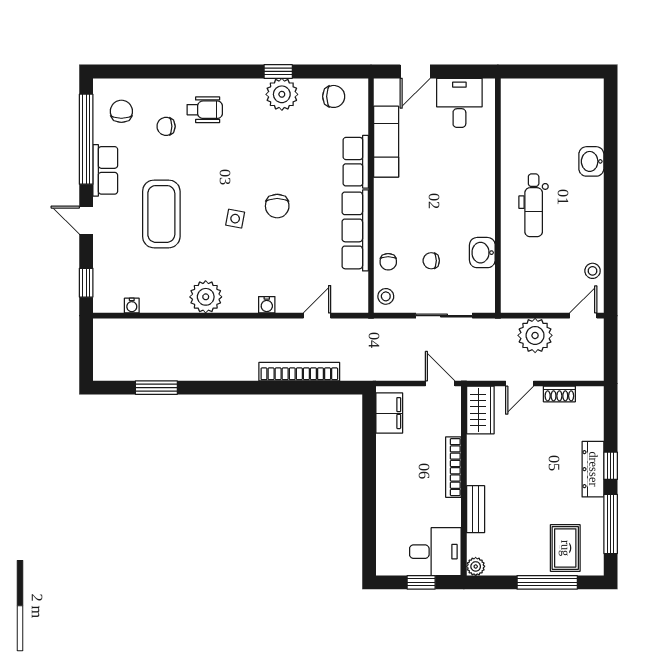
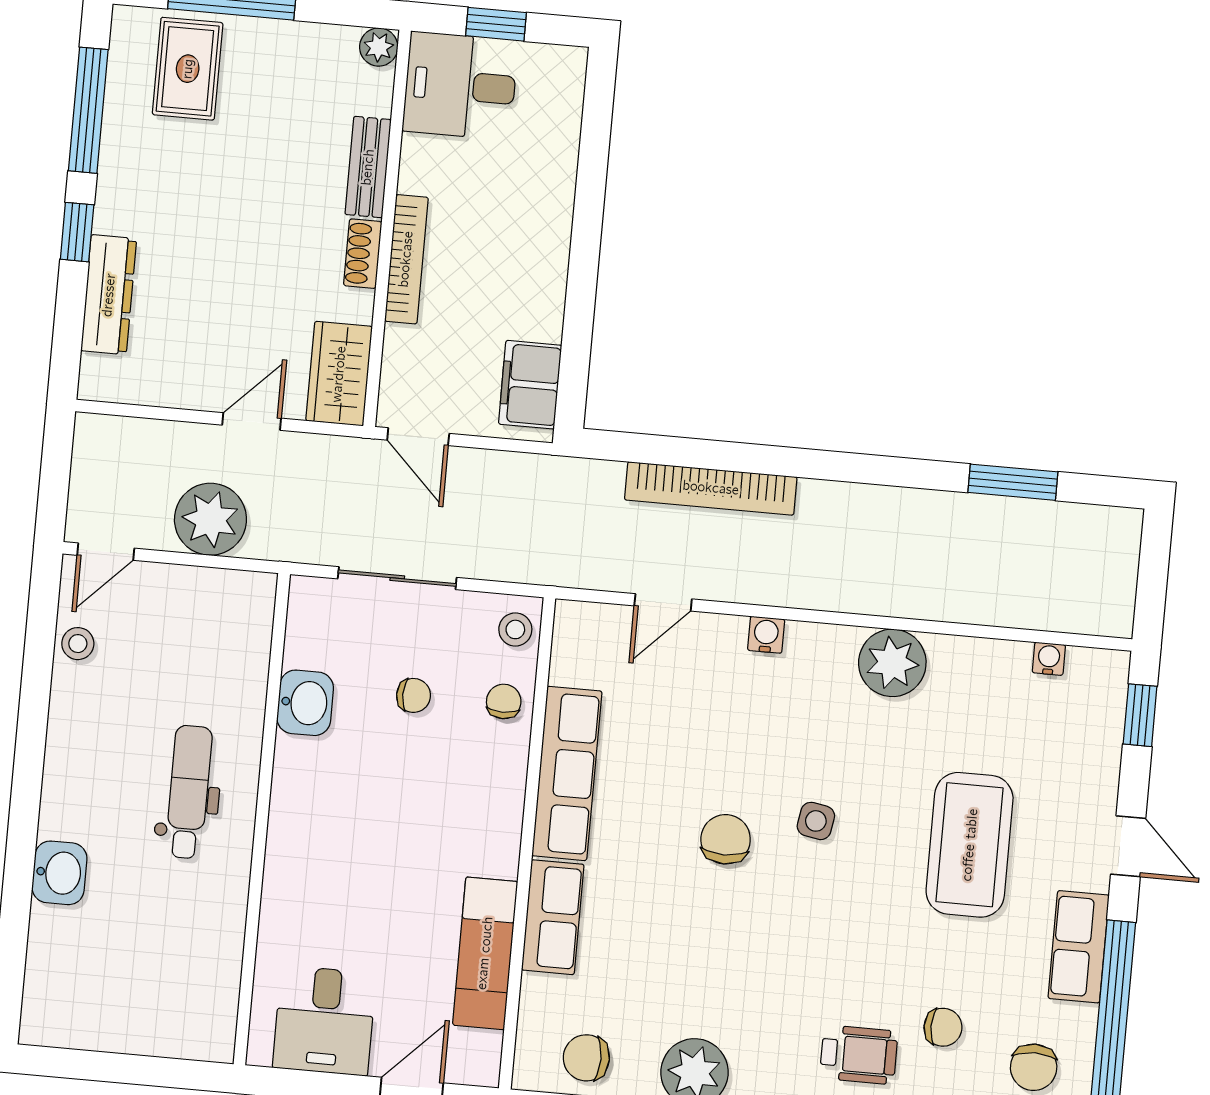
wheelchair: (205, 110) -> (859, 1055), turned 180
shoe rack: (559, 394) -> (363, 254), moved, turned -90
dresser: (593, 469) -> (109, 295), moved

